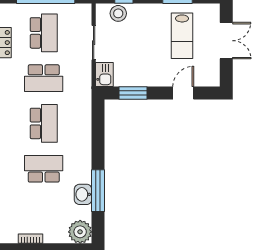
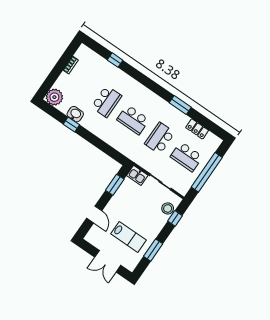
lab bench: (182, 36) -> (128, 237), turned 180
window: (98, 191) -> (71, 124), width x0.46

